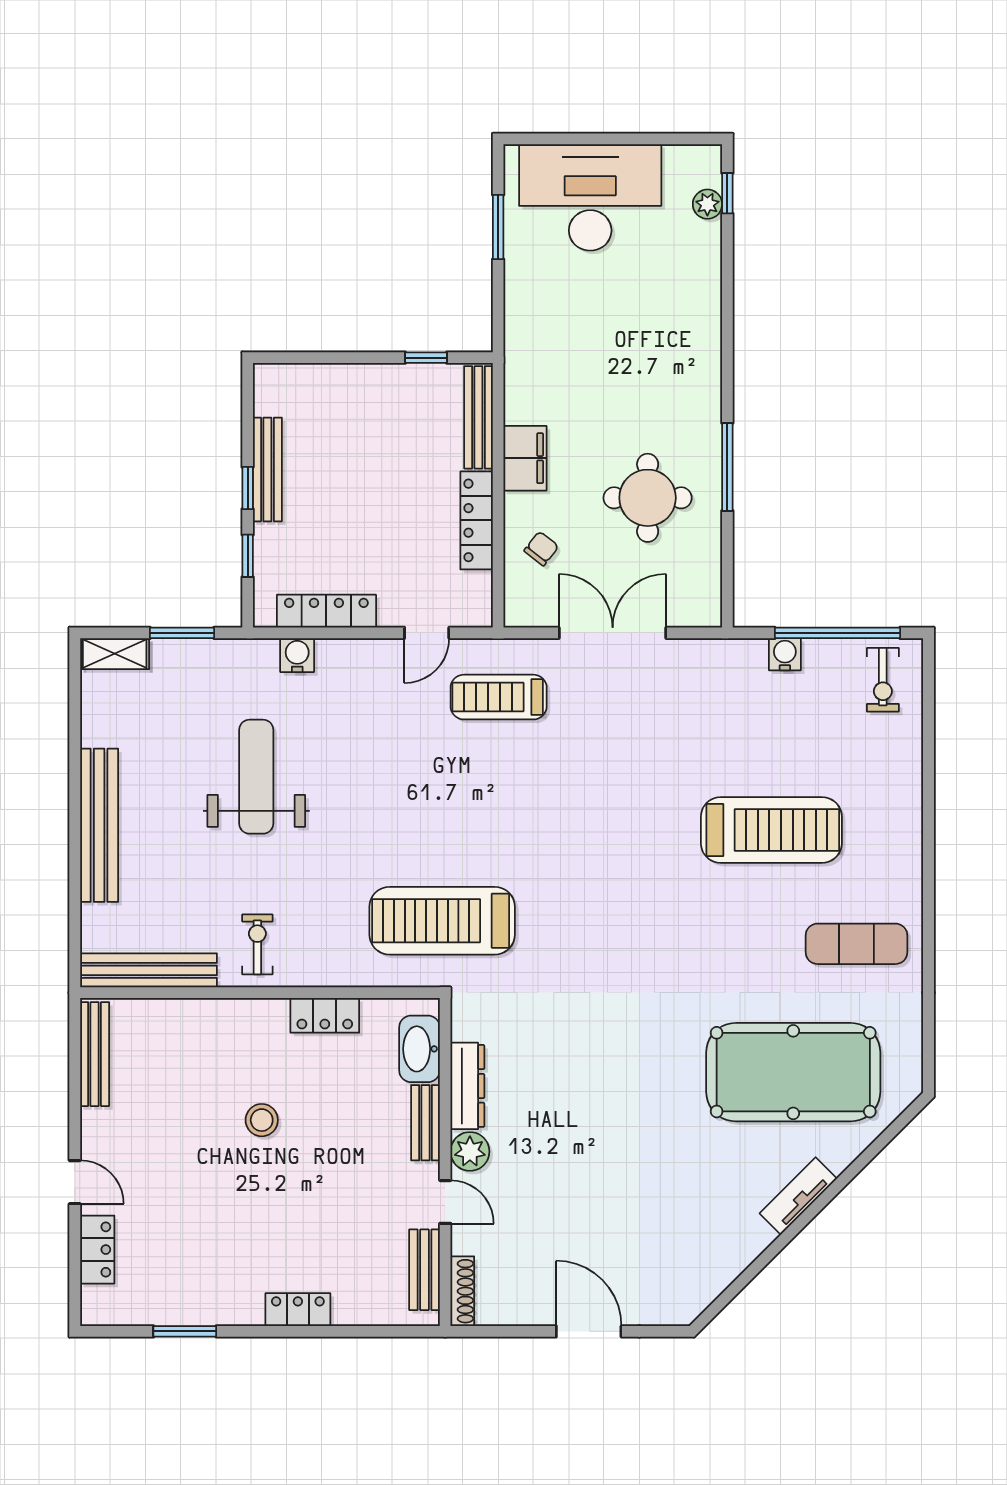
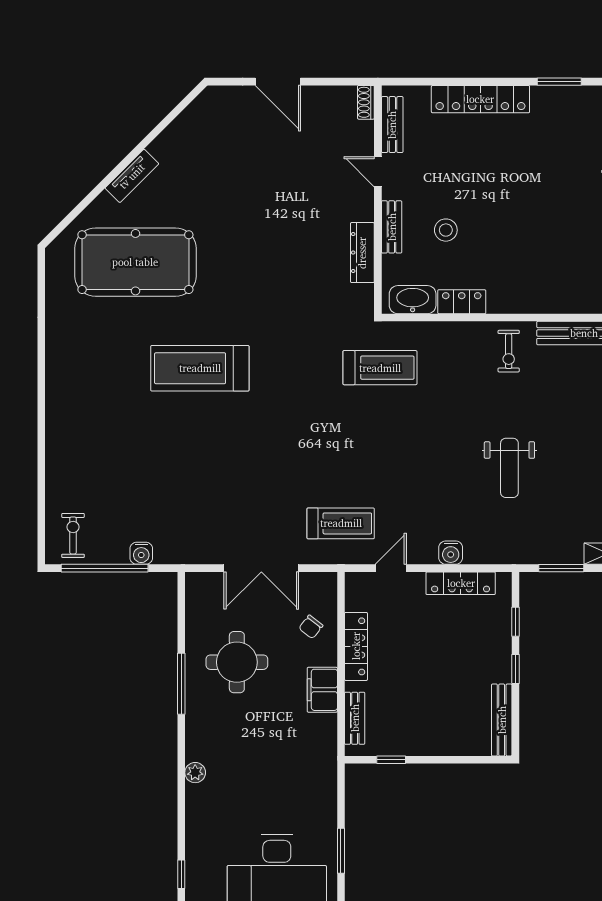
plant: (707, 204) -> (195, 773), moved
bench: (478, 417) -> (355, 718), width x0.73
bench: (267, 469) -> (502, 720), moved
water cooler: (297, 655) -> (451, 553), moved
weight bench: (256, 777) -> (509, 468), width x0.73, depth x0.75
treadmill: (771, 830) -> (200, 368), moved
treadmill: (442, 921) -> (380, 368), width x0.73, depth x0.73
exercise mat: (857, 944) -> (91, 352), removed
washbasin: (420, 1049) -> (413, 300), moved, turned -90
stool: (262, 1120) -> (446, 230), moved
plant: (470, 1151) -> (361, 207), removed
shoe rack: (462, 1291) -> (366, 102), width x0.70
locker: (298, 1310) -> (480, 99), width x2.16, depth x1.21

